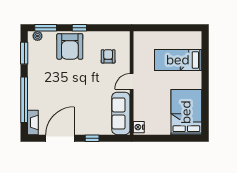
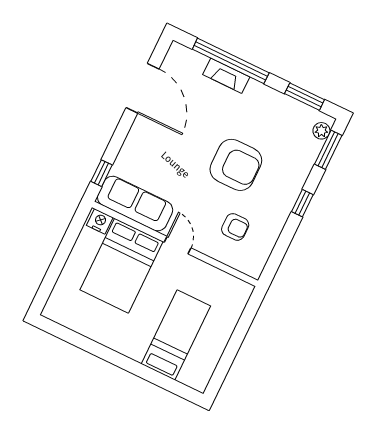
armchair: (70, 46) -> (236, 165), moved, turned 180
bed: (186, 112) -> (122, 266), moved, turned 90
fireplace: (33, 122) -> (226, 76), moved
window: (92, 138) -> (101, 173), moved

